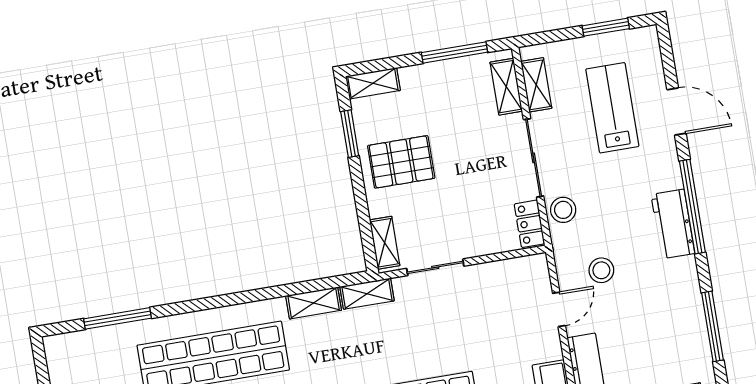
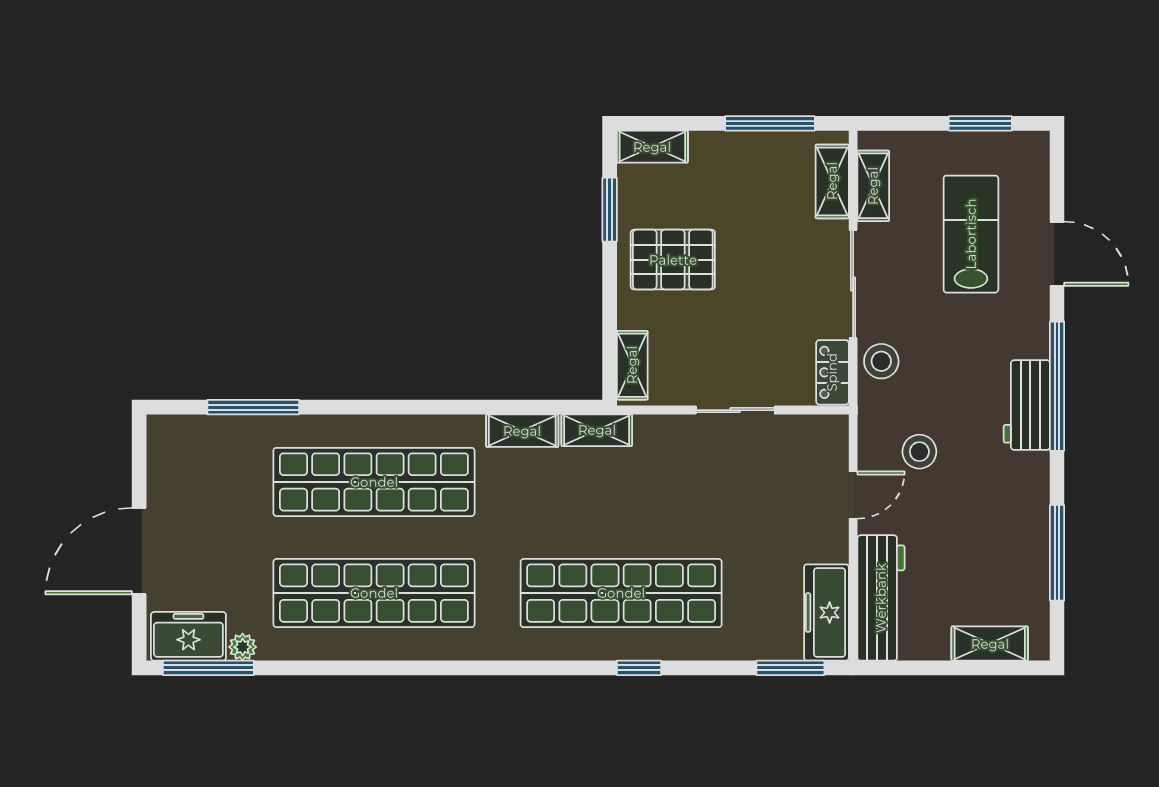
sliding door: (435, 267) -> (735, 410), moved

